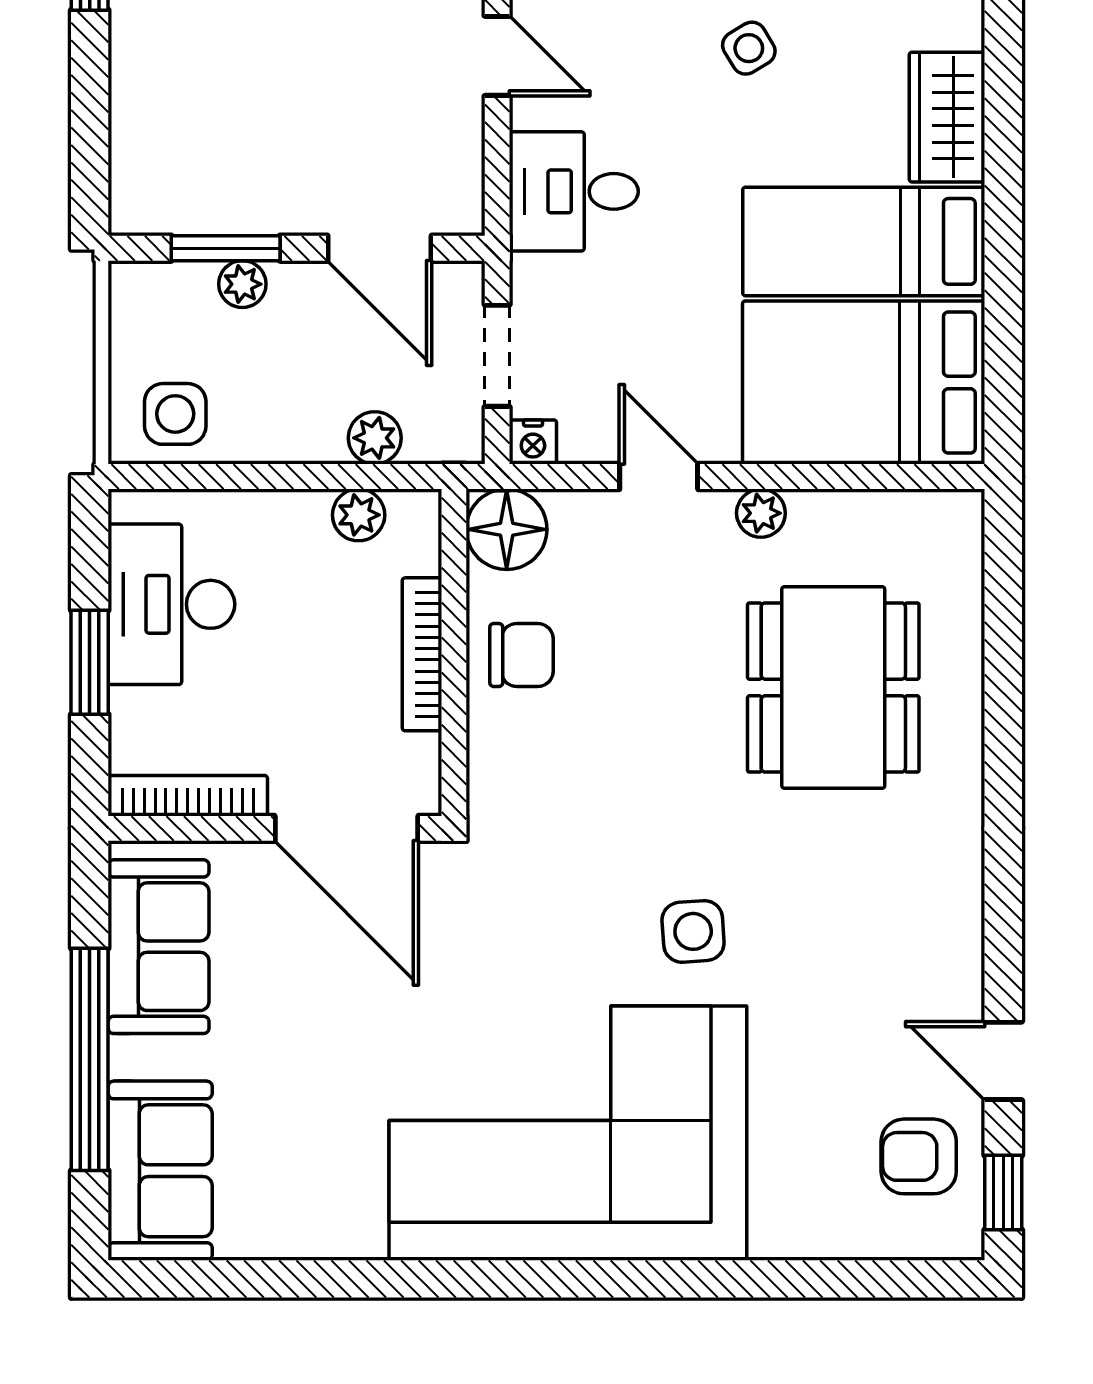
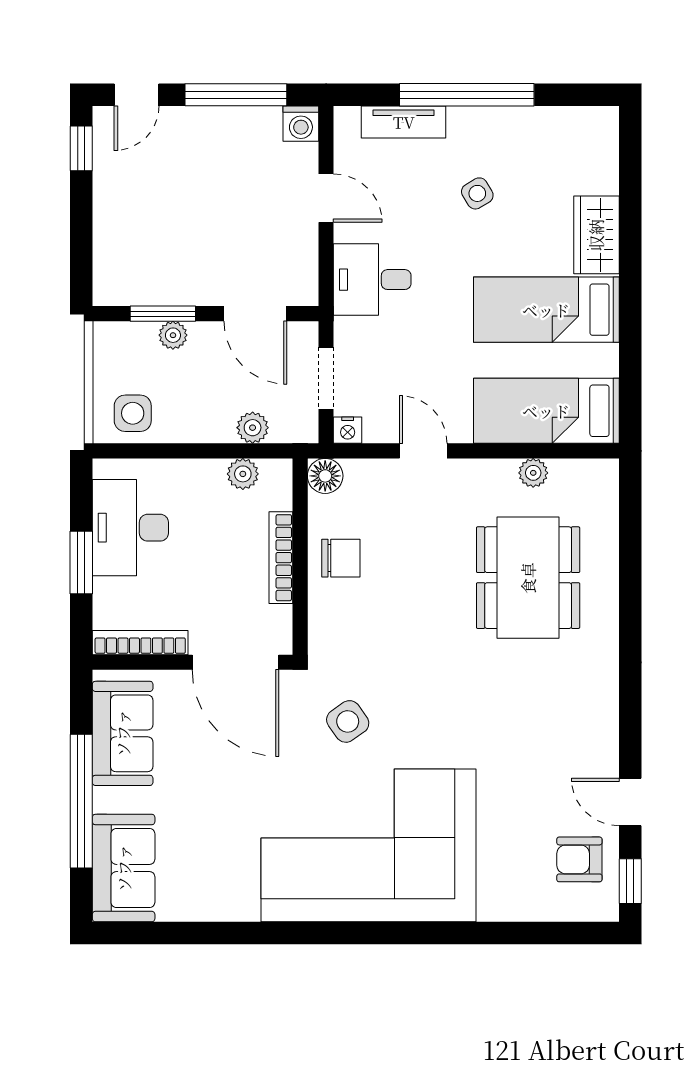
bed: (864, 383) -> (546, 411), width x0.67
plant: (761, 513) -> (533, 473), moved
floor lamp: (507, 529) -> (325, 476), width x0.73, depth x0.73
side table: (693, 931) -> (348, 721), moved, turned -31

